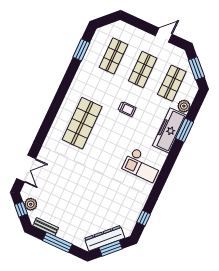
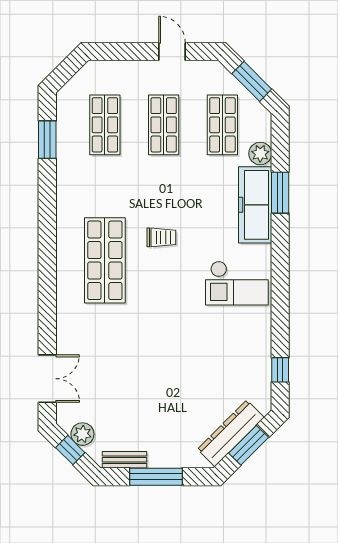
door: (164, 35) -> (172, 52), hinge flipped
trolley: (127, 109) -> (161, 237), moved

